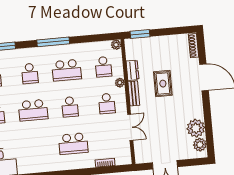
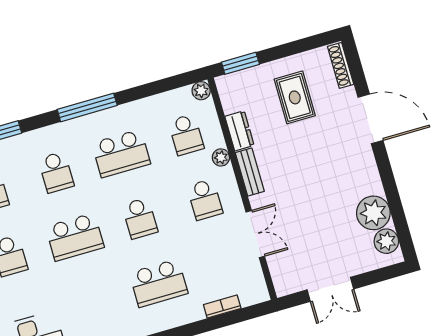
rug: (163, 84) -> (295, 97), moved

